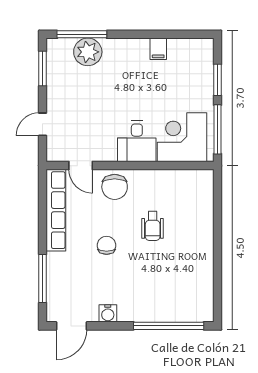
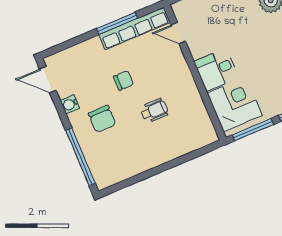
door: (81, 166) -> (178, 33), hinge flipped
chair: (115, 187) -> (102, 119), moved, turned -90
wheelchair: (153, 226) -> (154, 111), turned 180
window: (43, 279) -> (117, 23), moved

